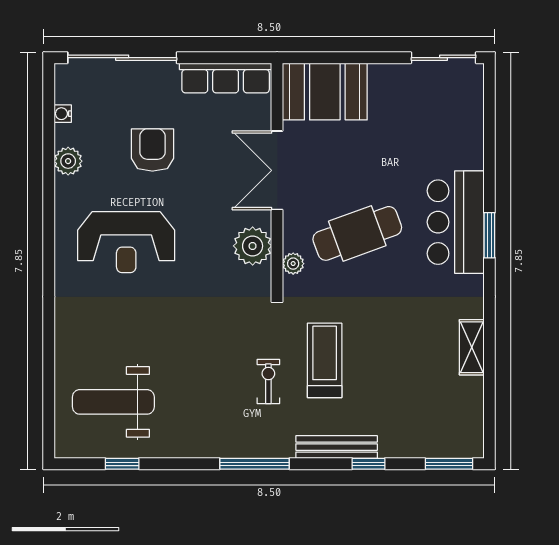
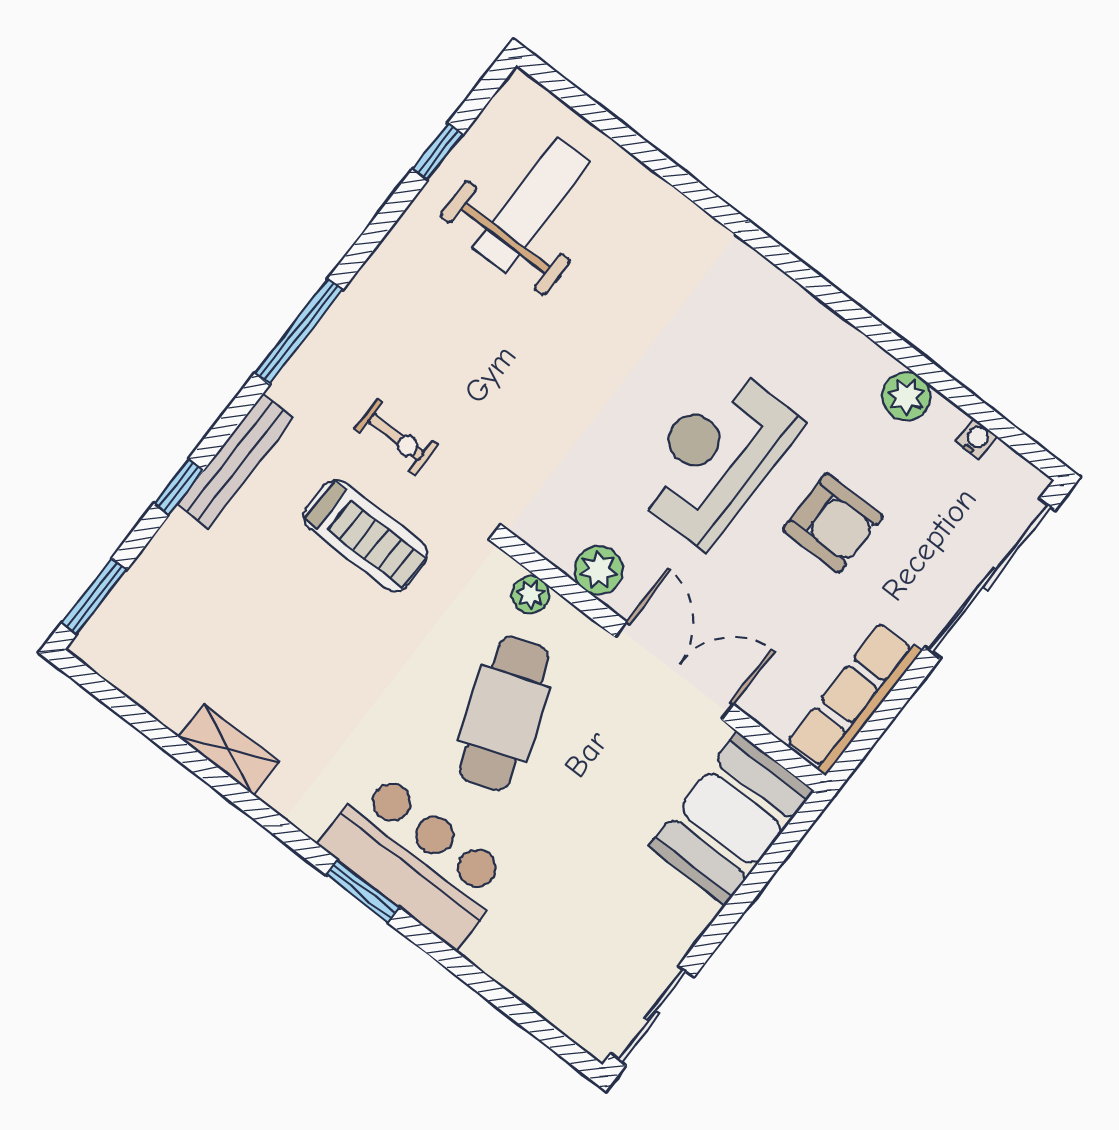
reception desk: (126, 242) -> (715, 457), moved
plant: (253, 246) -> (599, 570), width x0.73, depth x0.73

